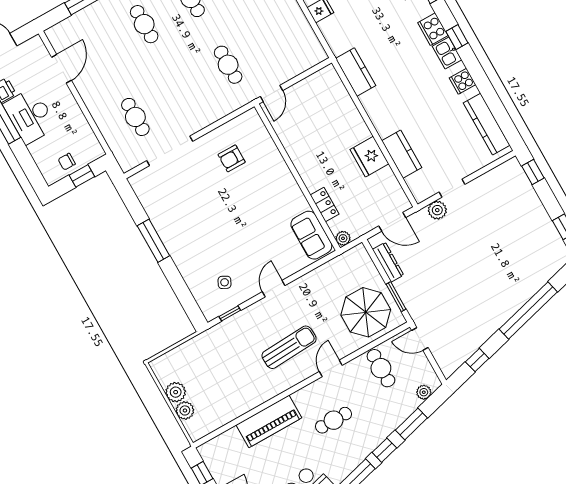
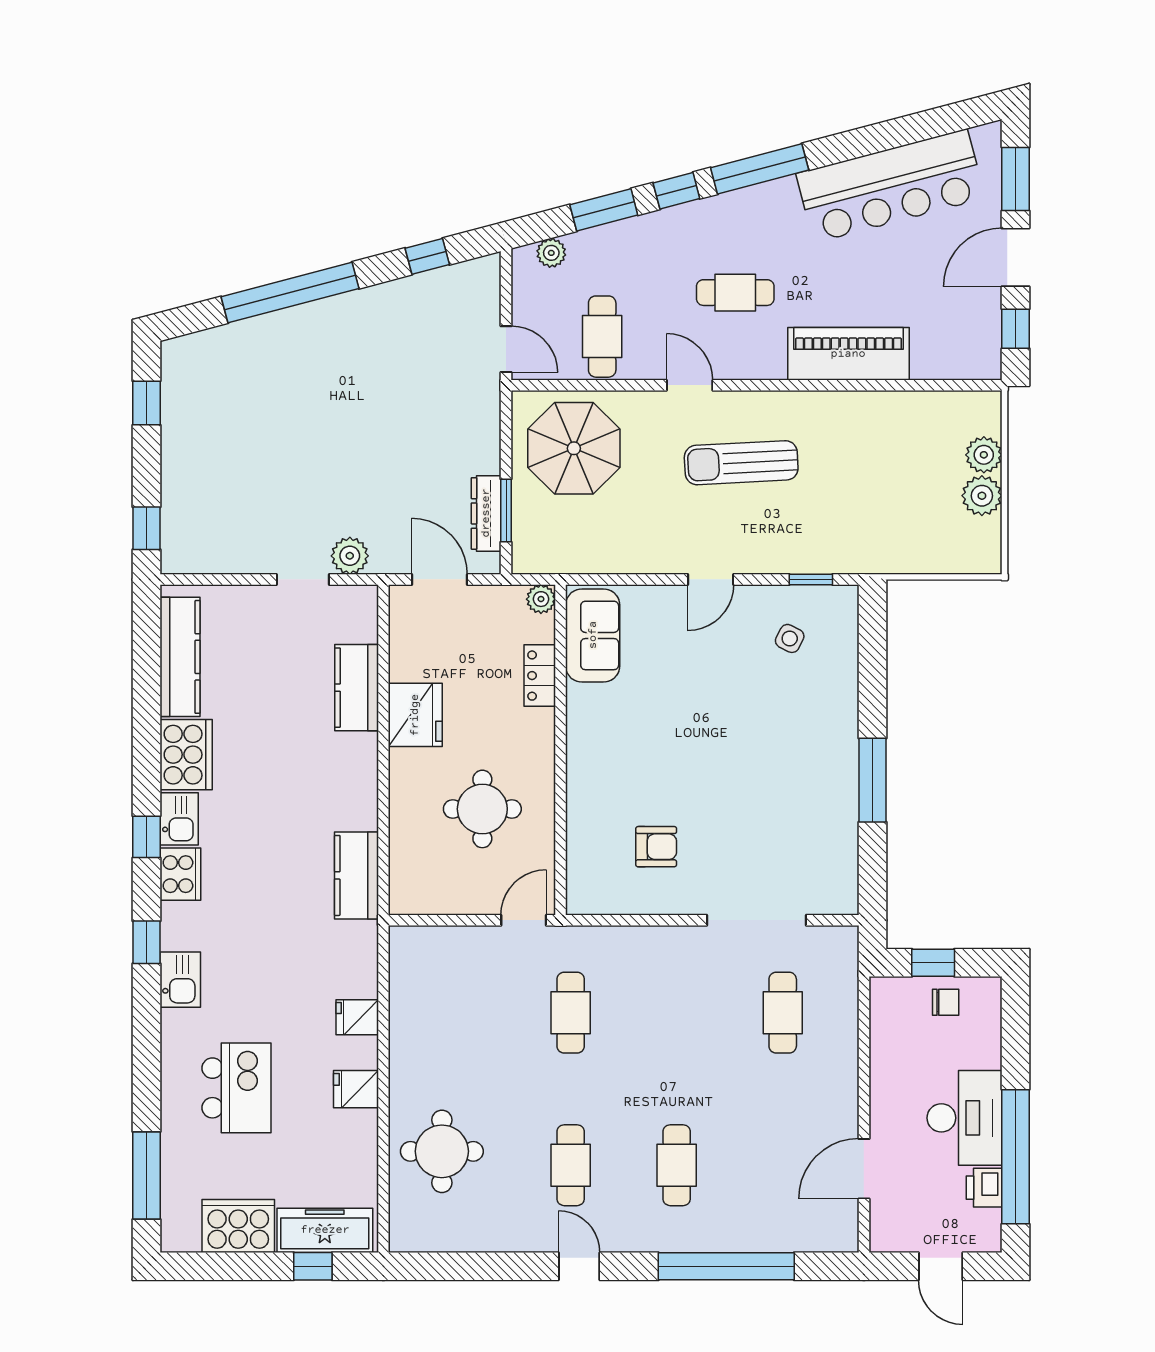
cooker: (463, 81) -> (186, 755), width x1.87, depth x1.31
round table: (317, 132) -> (482, 809), added
window: (396, 297) -> (506, 510), moved
door: (331, 368) -> (690, 385), swing flipped

